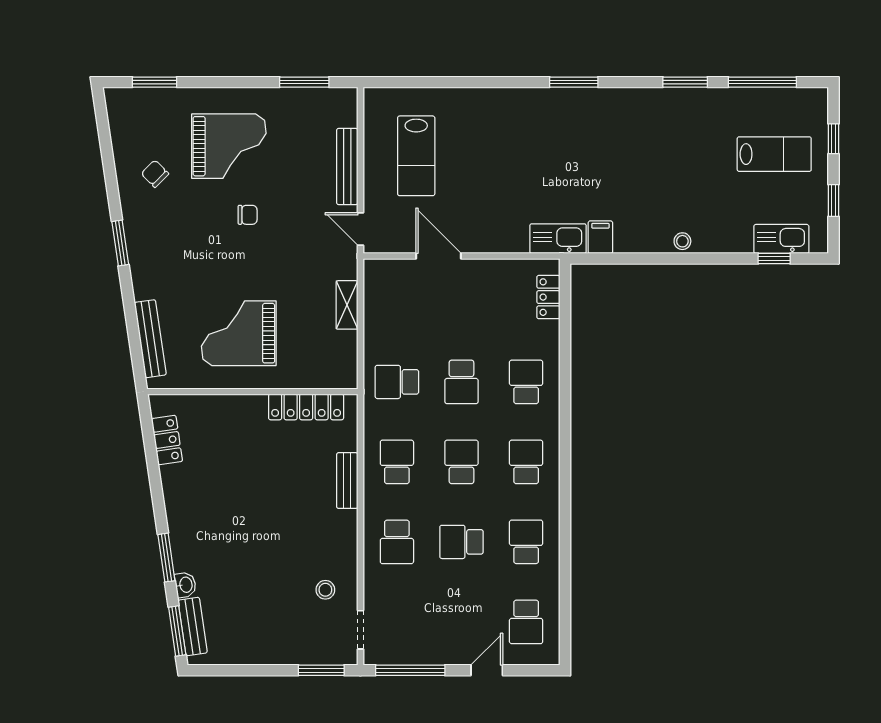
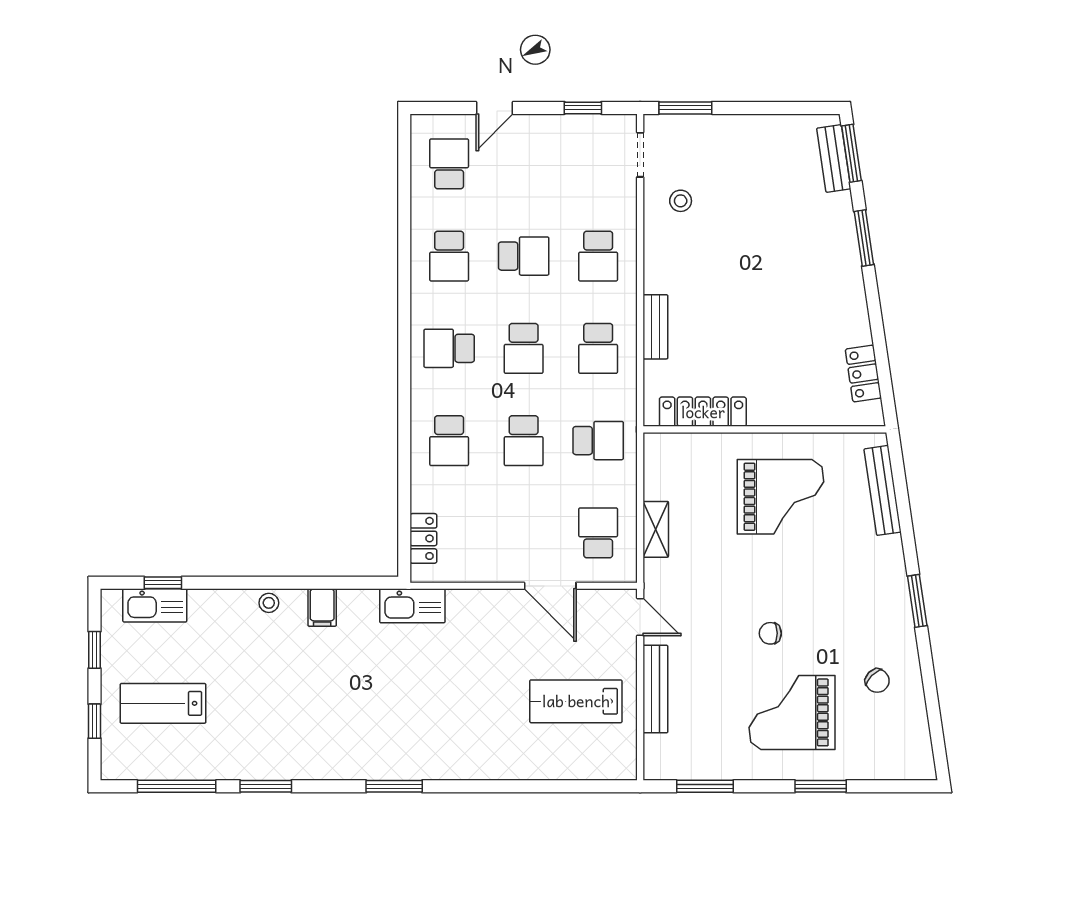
window: (154, 82) -> (821, 786), moved
lab bench: (416, 156) -> (576, 701), turned -90
filing cabinet: (600, 237) -> (322, 608), moved
school desk: (397, 302) -> (598, 533), added
school desk: (461, 382) -> (524, 441), turned 180
school desk: (526, 462) -> (449, 348), turned 90
school desk: (397, 542) -> (598, 256), turned 180
washbasin: (185, 585) -> (842, 207), removed
window: (410, 670) -> (583, 108), width x0.46

